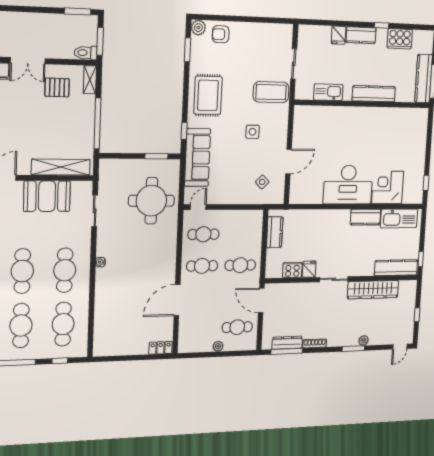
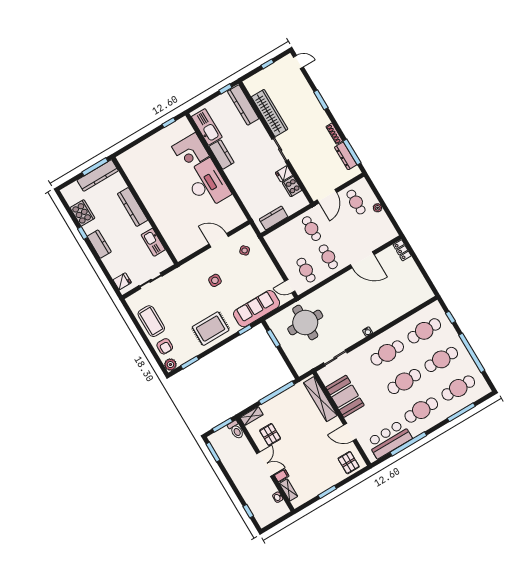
fridge: (339, 35) -> (122, 281), moved
coffee table: (271, 92) -> (151, 321), moved
plant: (363, 340) -> (310, 95), removed

